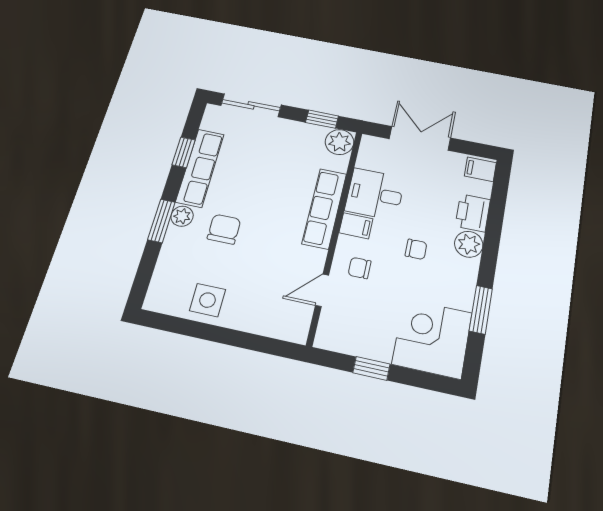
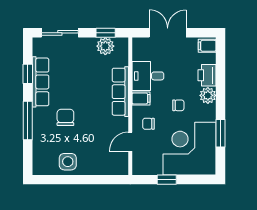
plant: (339, 142) -> (105, 46), moved
plant: (182, 216) -> (39, 115), removed
window: (161, 221) -> (28, 120), width x1.44
corner desk: (432, 338) -> (190, 149), width x1.36, depth x1.36

